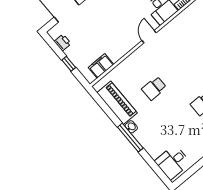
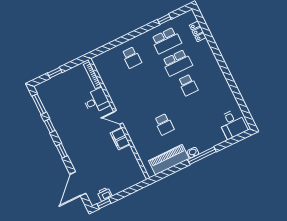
window: (69, 64) -> (104, 203), moved
filing cabinet: (101, 66) -> (120, 139), moved

